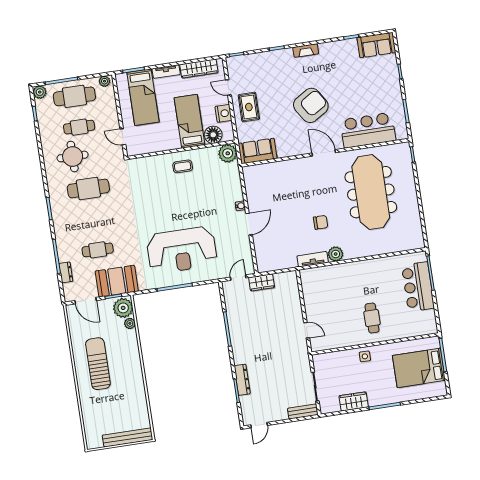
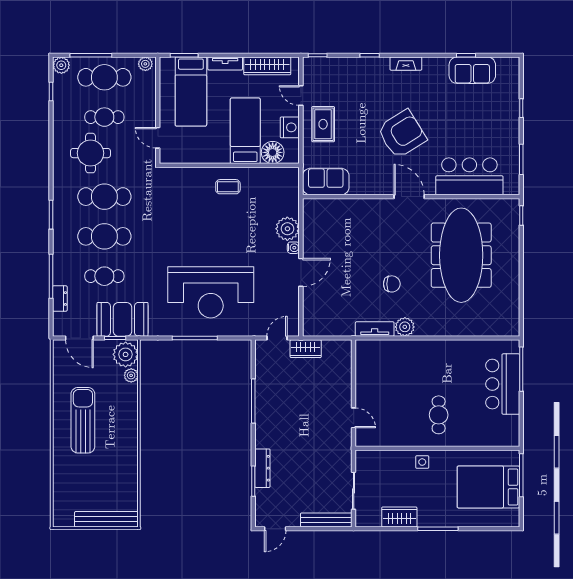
sofa: (376, 45) -> (472, 70), moved
plant: (228, 153) -> (287, 229), moved
cafe table: (93, 219) -> (104, 236), added
bench: (303, 412) -> (326, 520), width x1.36

